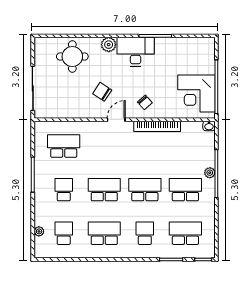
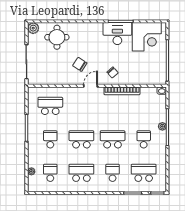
plant: (109, 45) -> (33, 28), moved
desk: (136, 52) -> (117, 34), moved
corner desk: (196, 94) -> (147, 37), moved, turned -90
school desk: (185, 190) -> (144, 139), width x0.54

